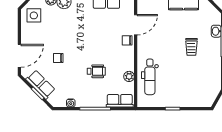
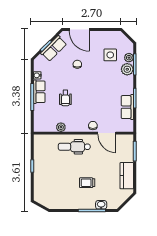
side table: (34, 15) -> (110, 55), moved
dental chair: (150, 77) -> (74, 147), moved
row of seats: (120, 101) -> (39, 92), moved

